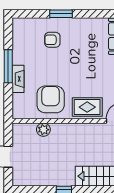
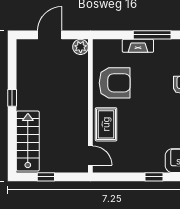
plant: (43, 130) -> (81, 47), moved

